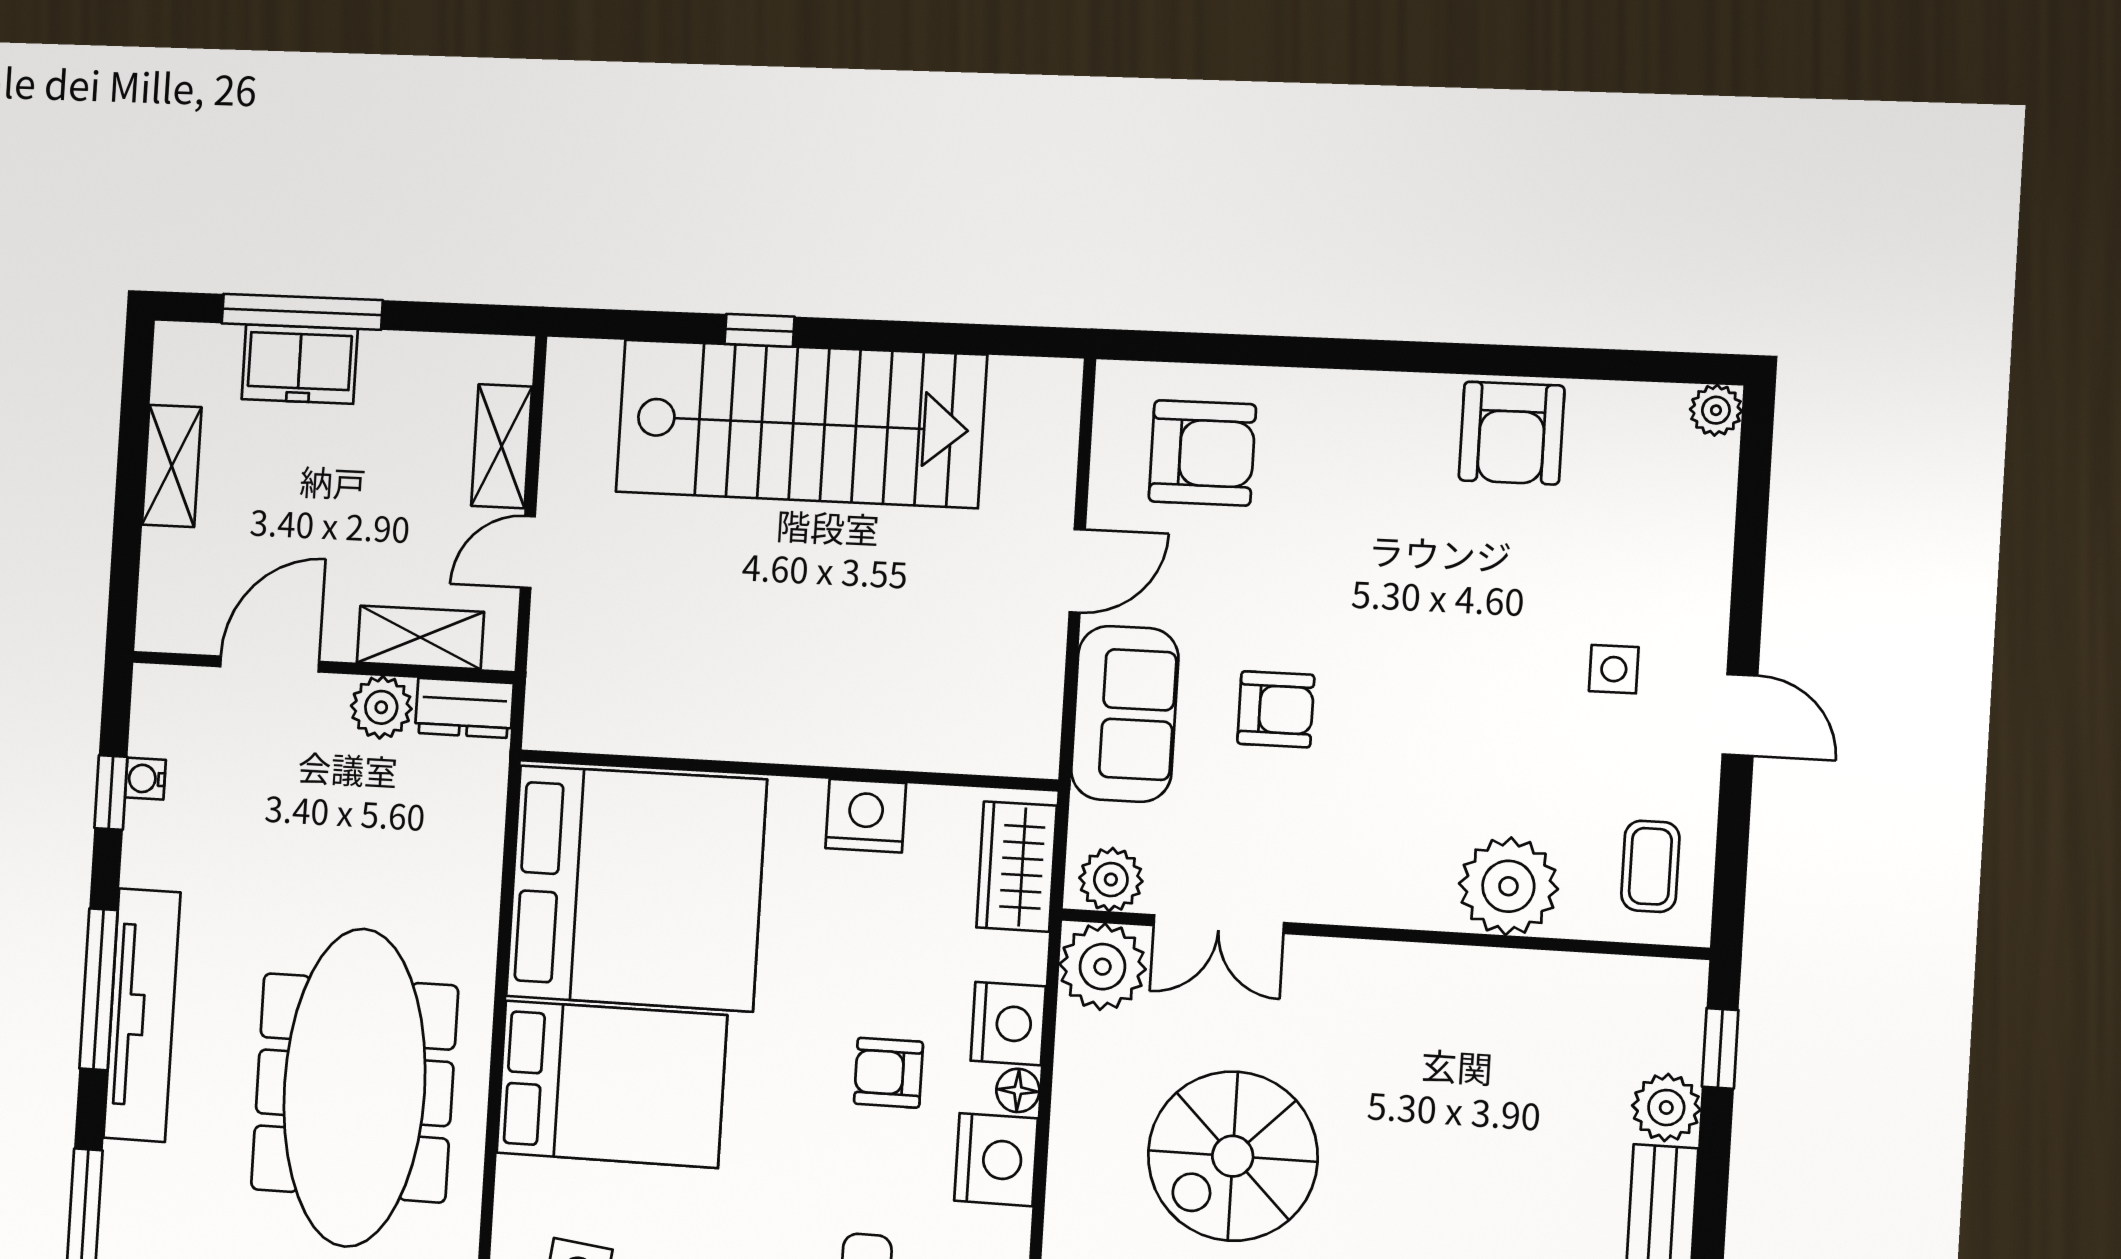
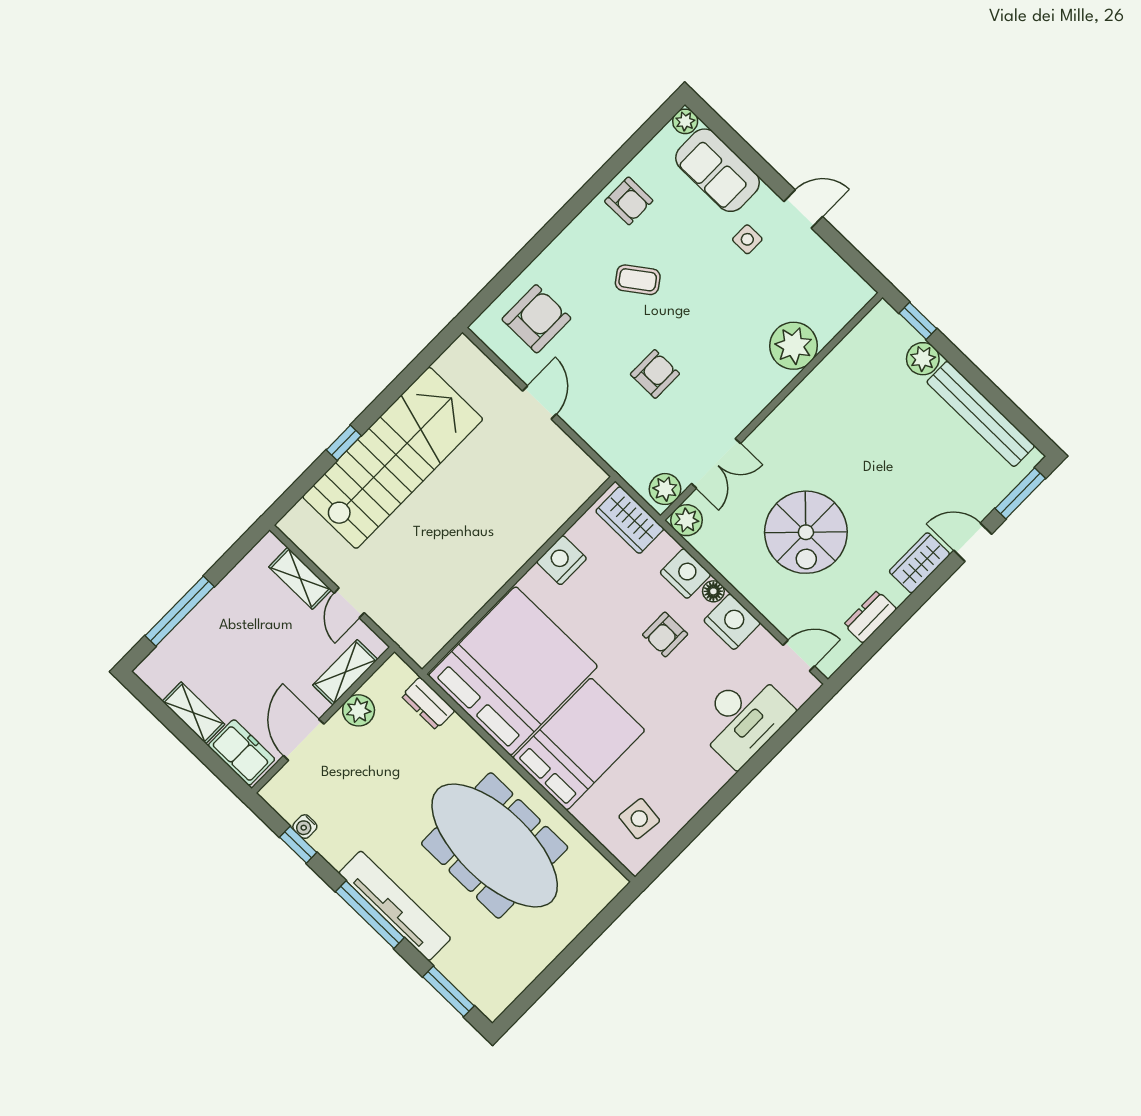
freezer: (300, 364) -> (241, 752), moved, turned -90
armchair: (1512, 433) -> (629, 201), width x0.72, depth x0.72
dresser: (464, 708) -> (428, 703), moved, turned 90
sofa: (1125, 714) -> (718, 170), moved, turned 180
coffee table: (1650, 866) -> (638, 280), moved, turned -36
plant: (1102, 967) -> (687, 520), width x0.73, depth x0.73

